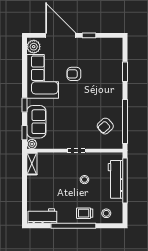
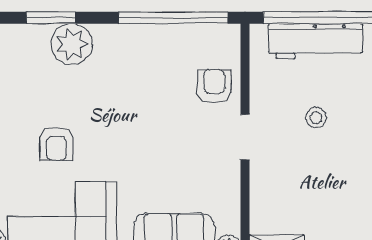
plant: (114, 80) -> (72, 44), added
armchair: (105, 126) -> (214, 86), moved, turned -138

